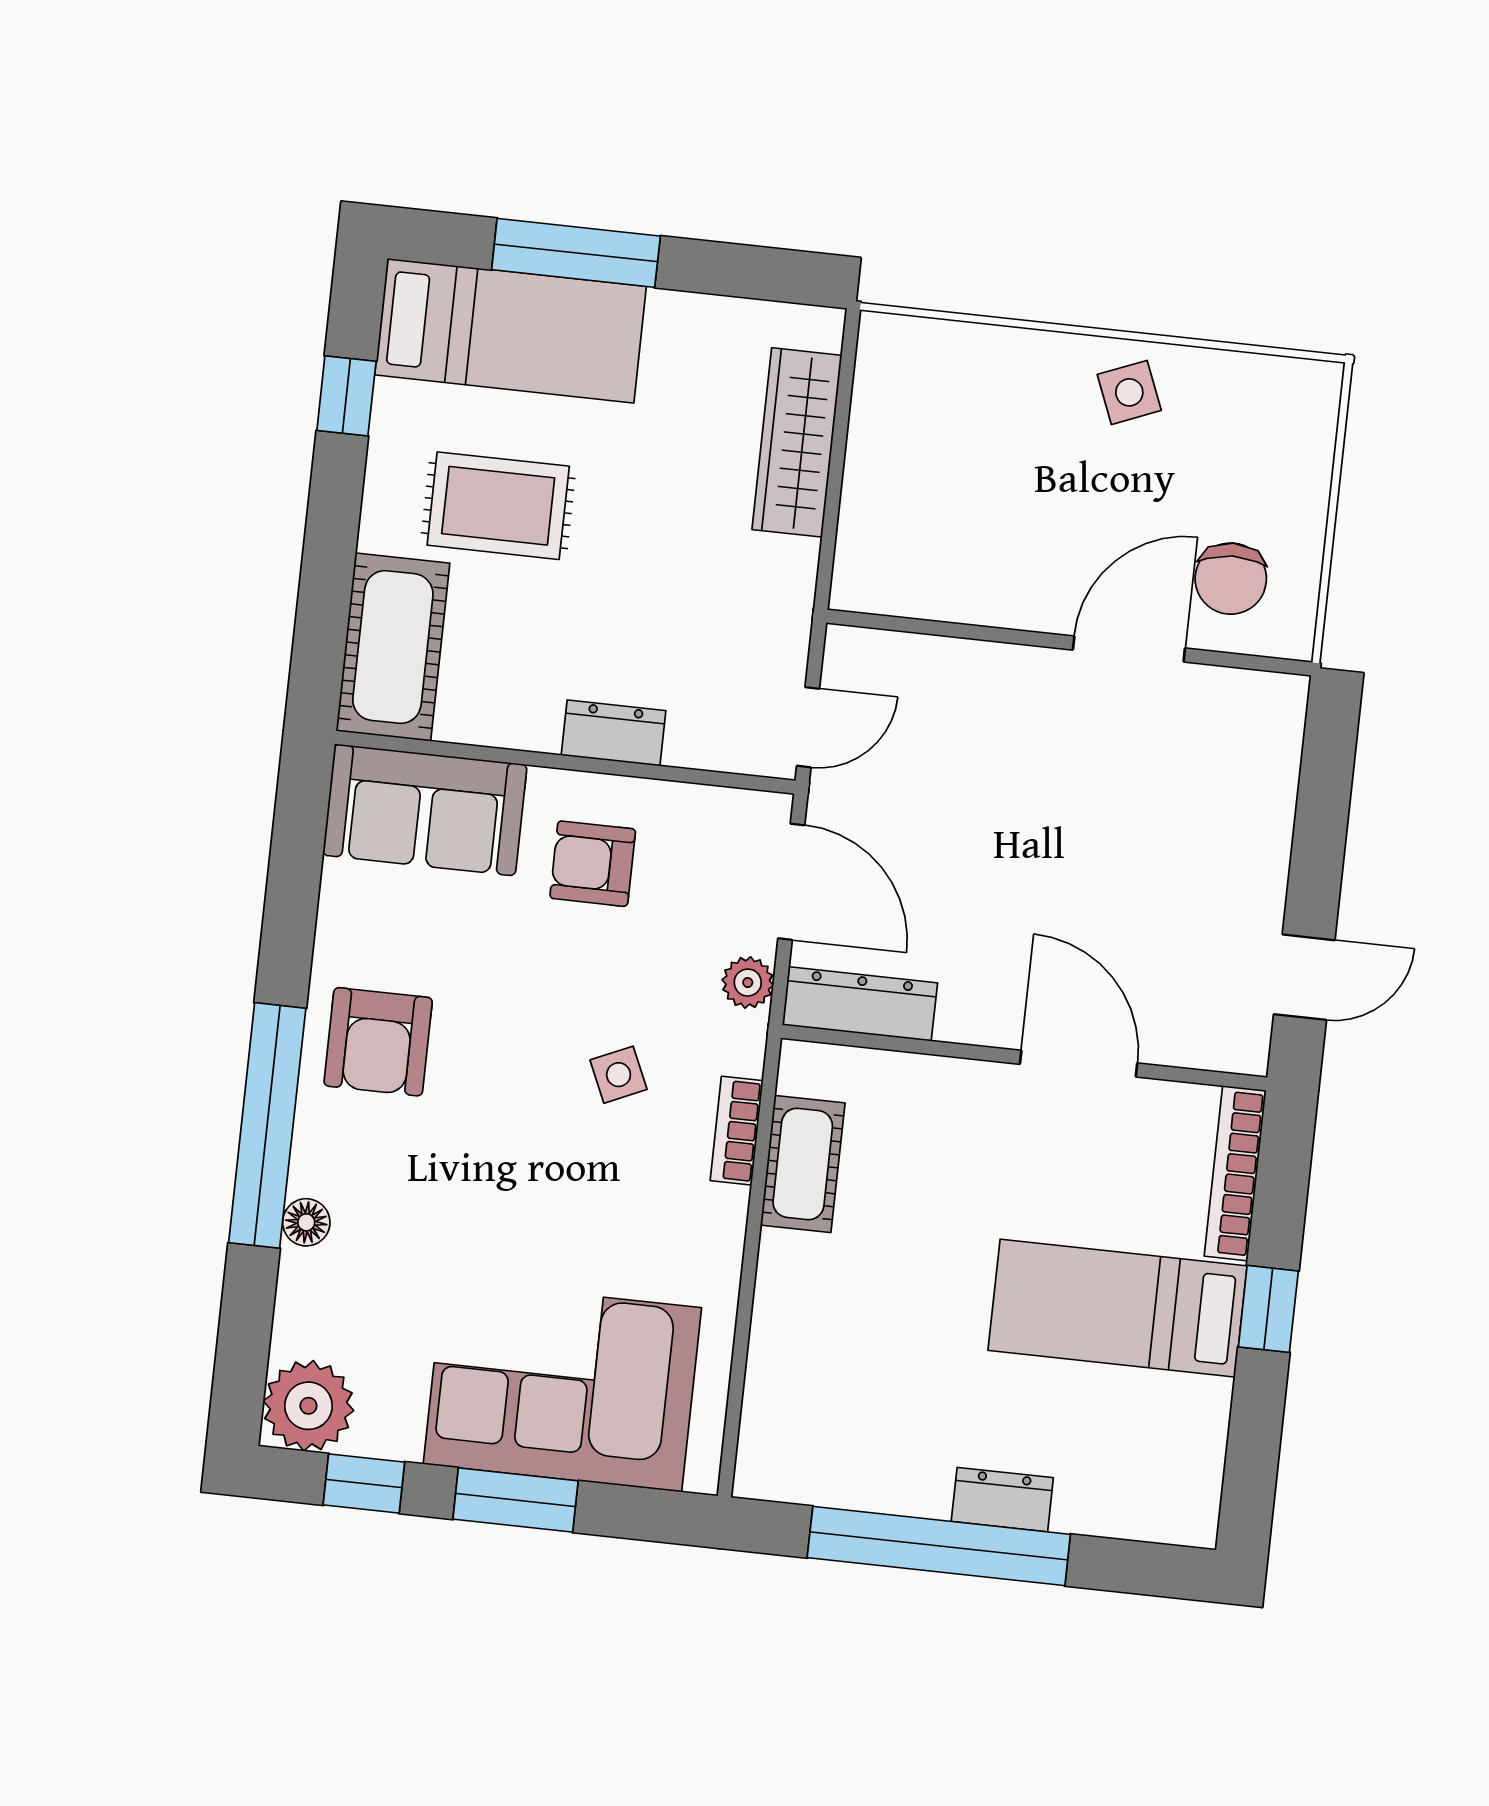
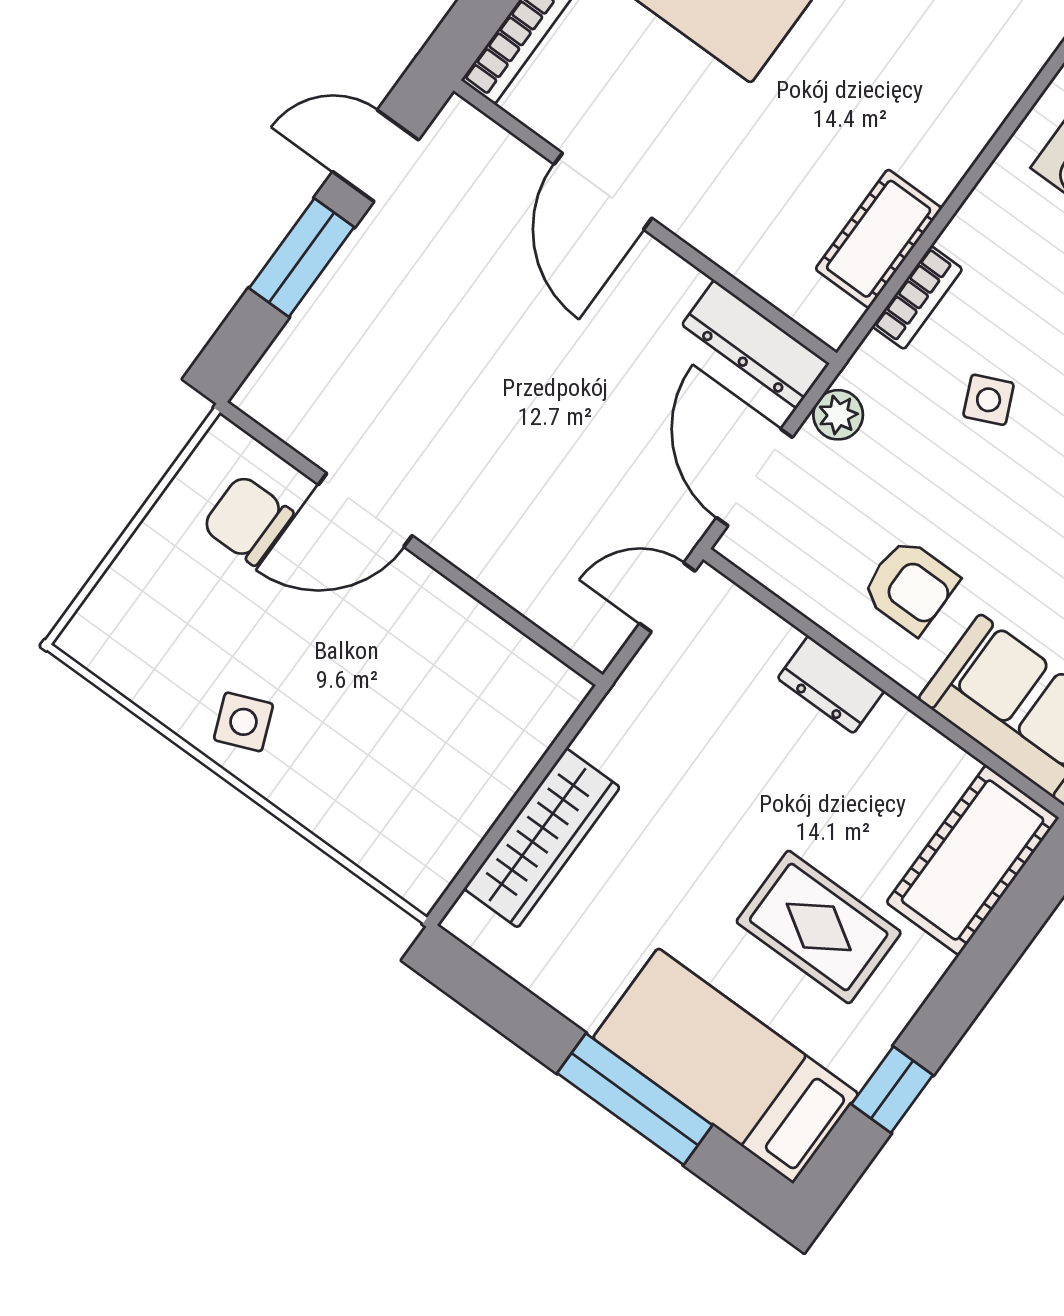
chair: (1231, 579) -> (248, 520), turned -88
window: (1319, 846) -> (302, 258), added

